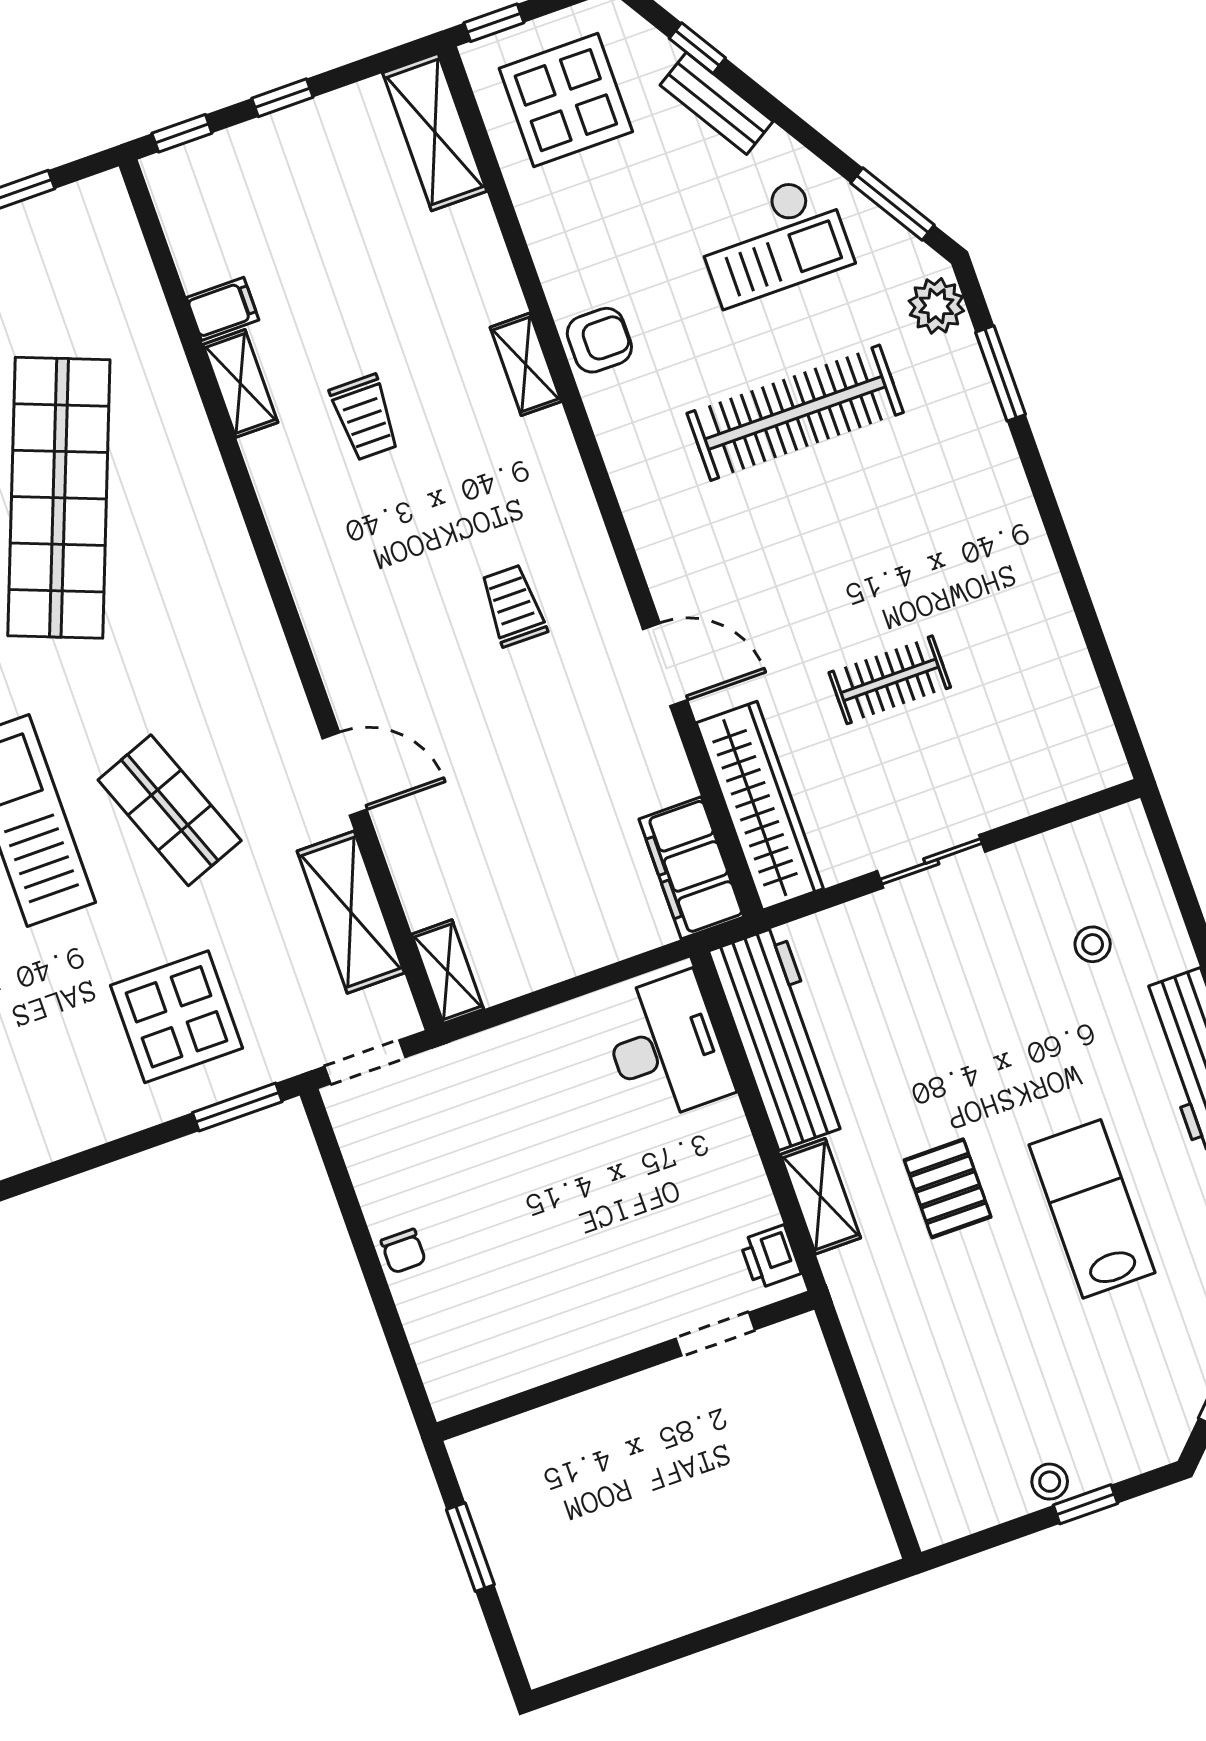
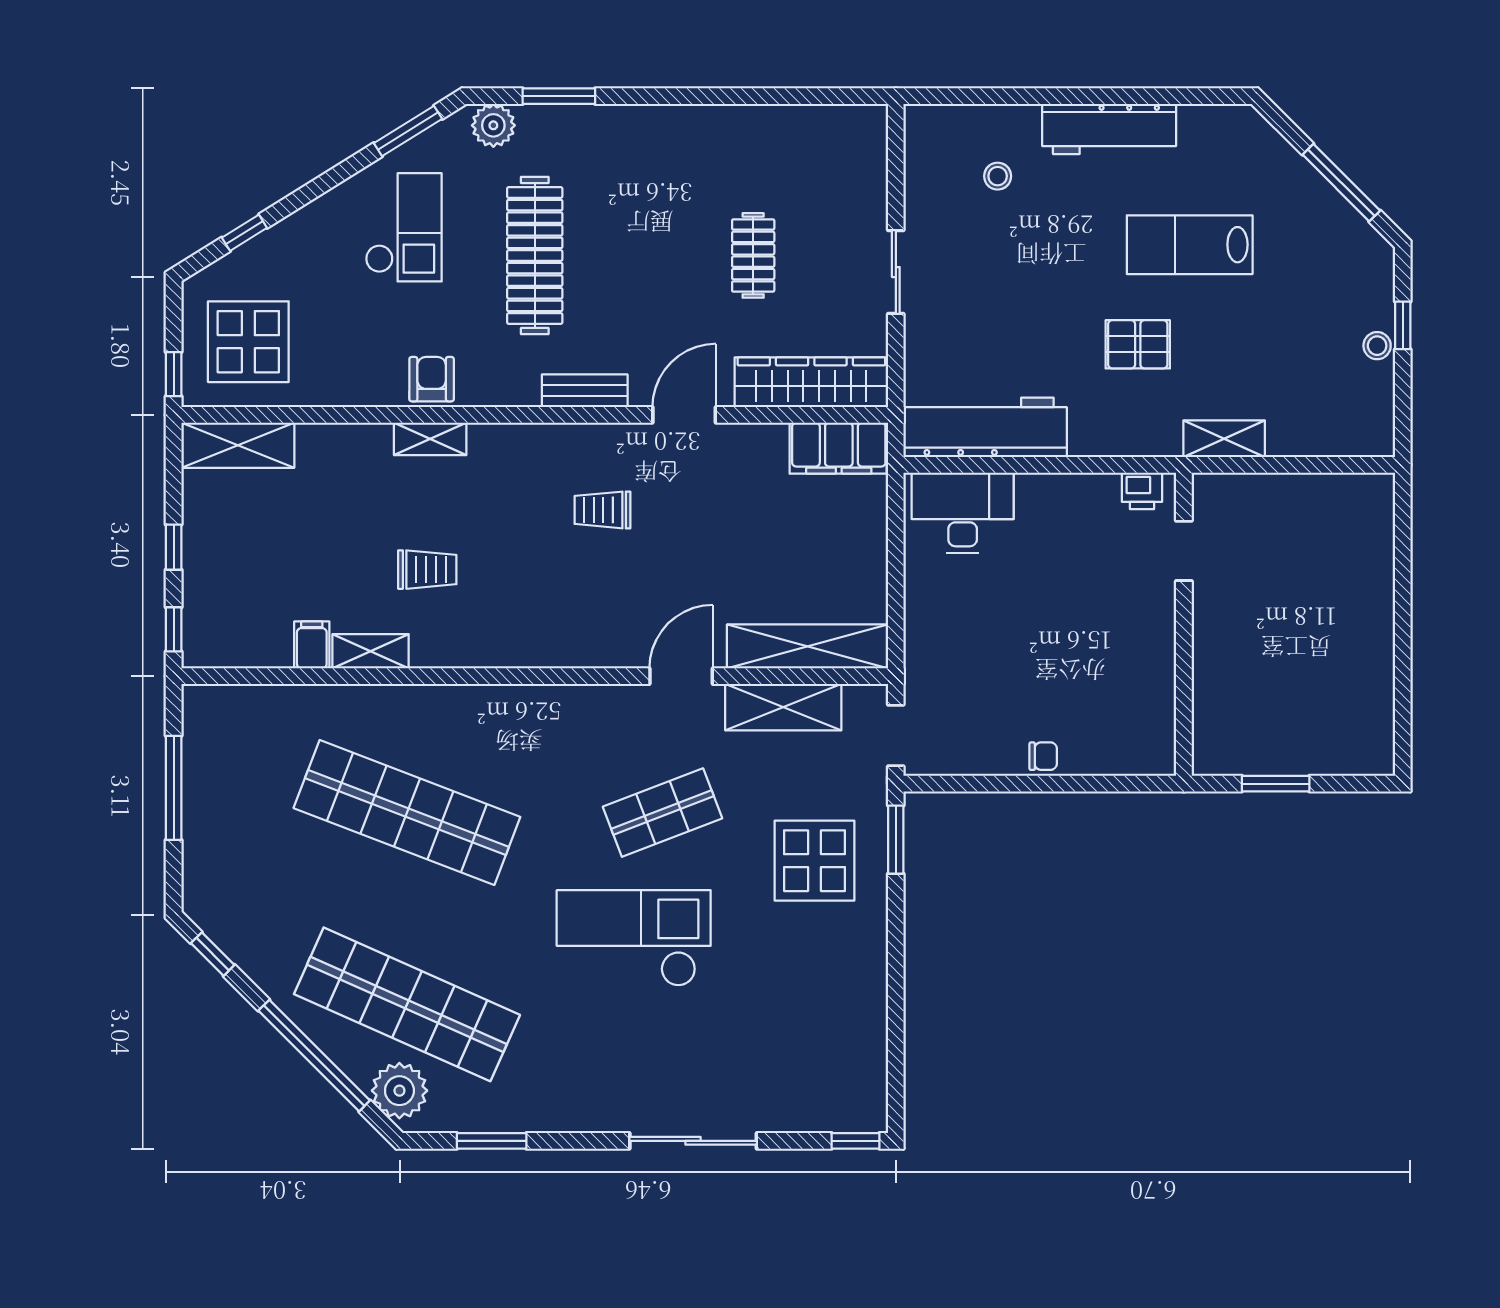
bench: (716, 103) -> (585, 391), moved, turned 32
shelving: (448, 972) -> (808, 646), width x2.20, depth x1.33
shelving: (820, 1196) -> (1224, 439), moved

